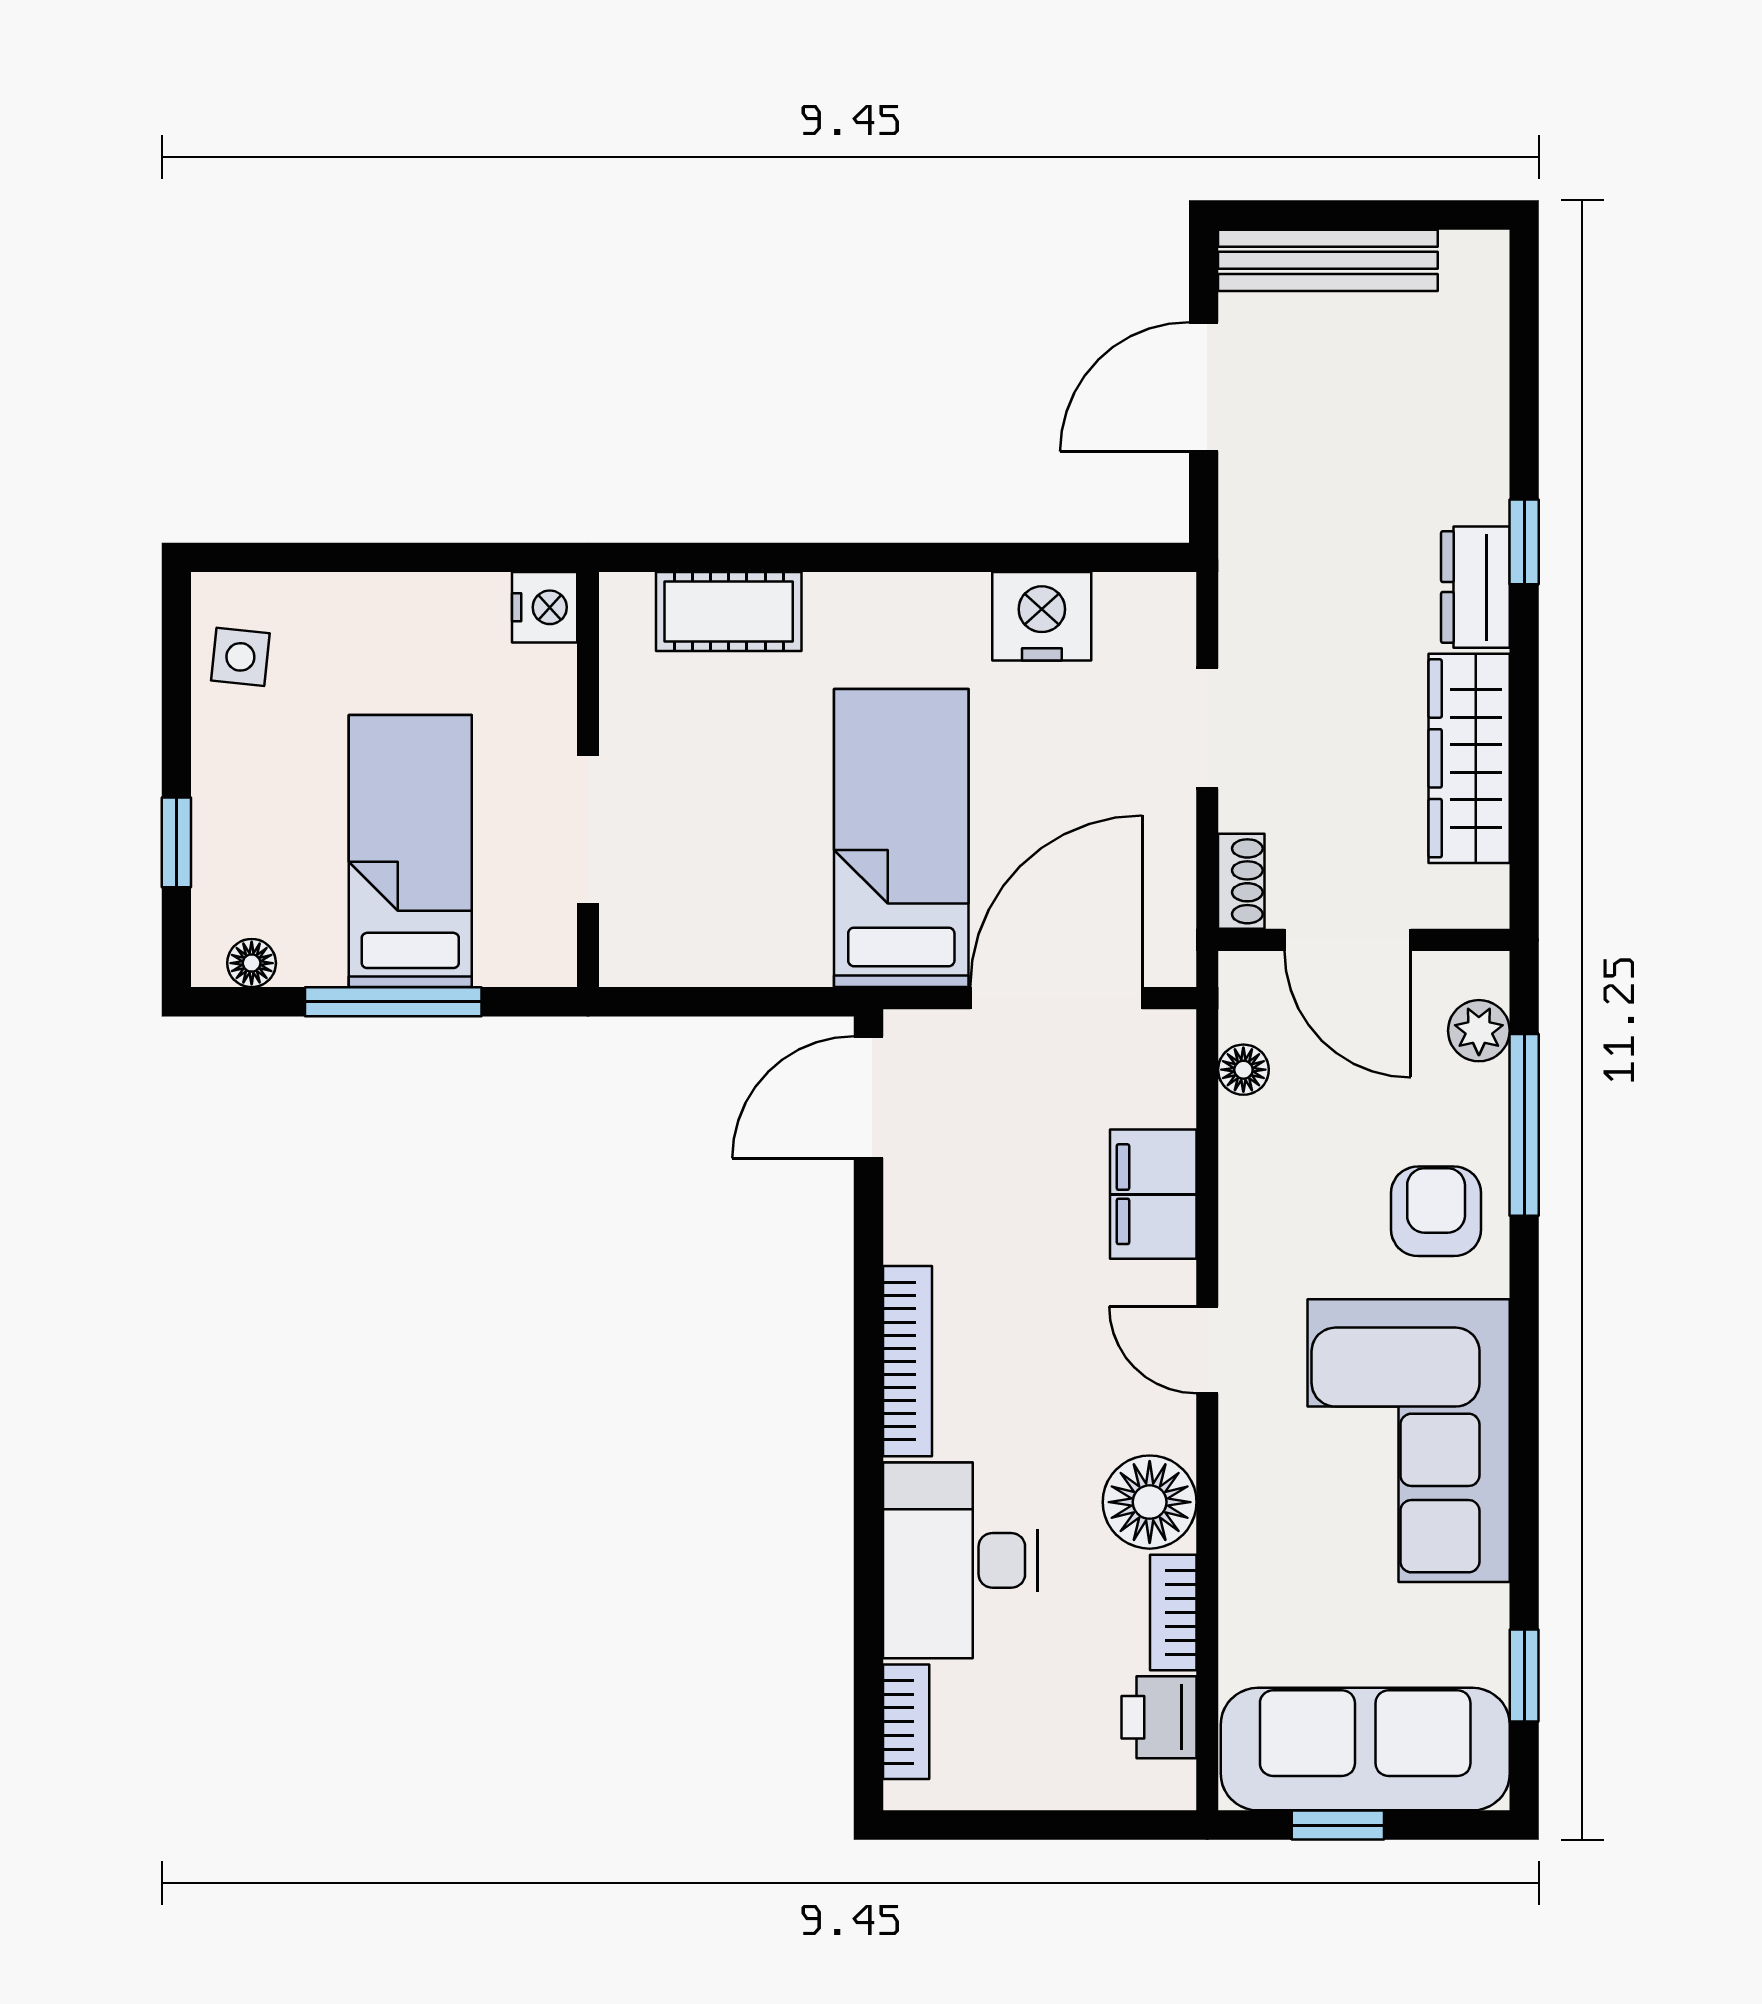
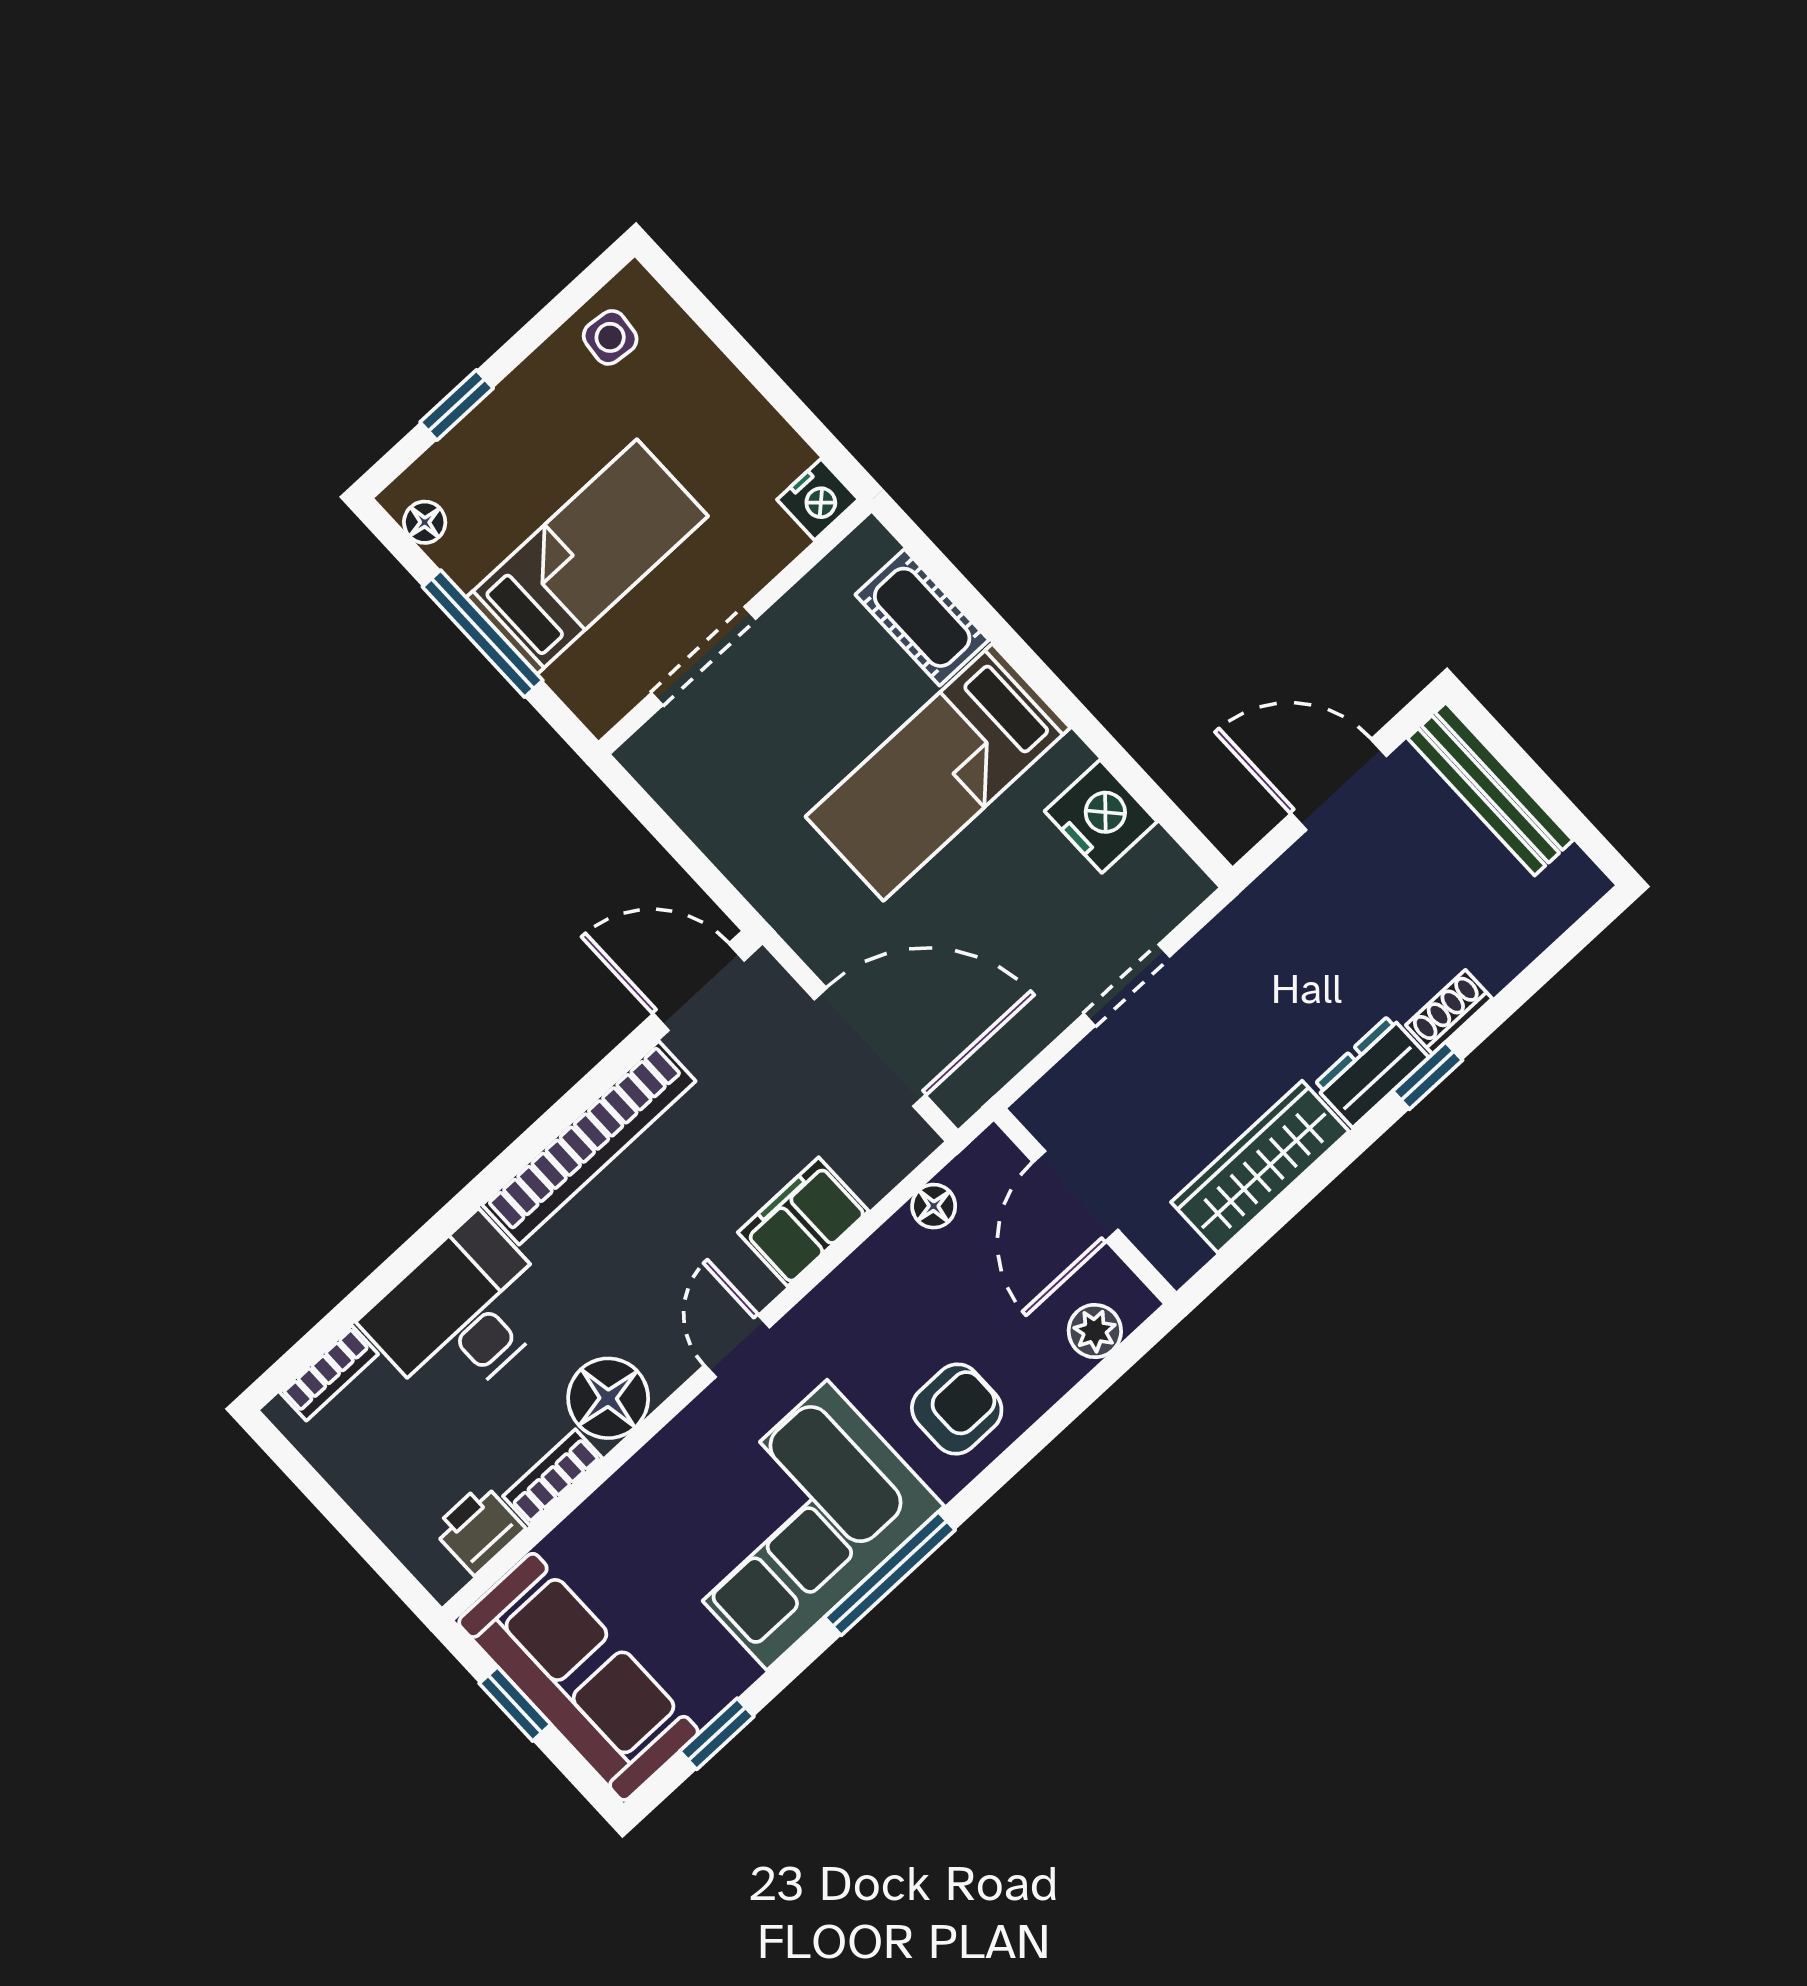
bed: (901, 838) -> (938, 772), moved, turned 180
shoe rack: (1241, 881) -> (1449, 1012), moved, turned 180
window: (1524, 1125) -> (890, 1574), moved
bookcase: (907, 1361) -> (589, 1143), width x1.48, depth x1.31

